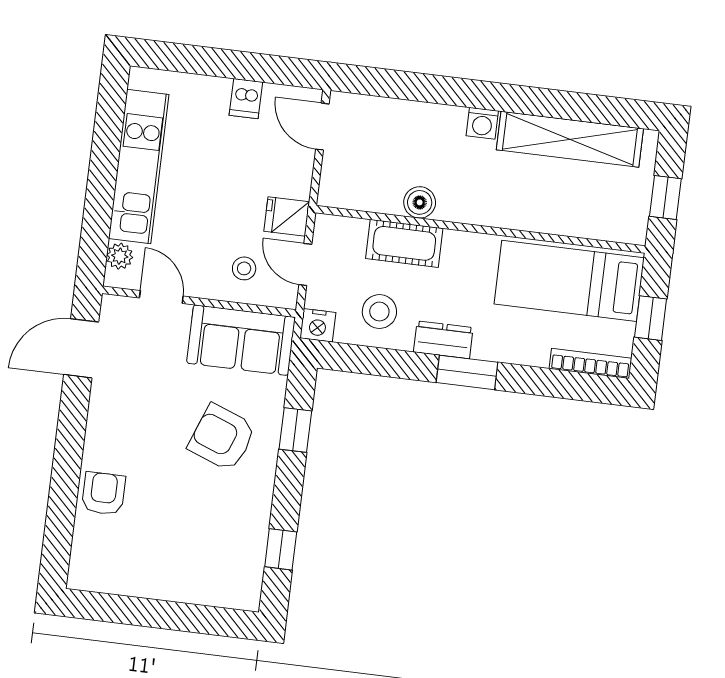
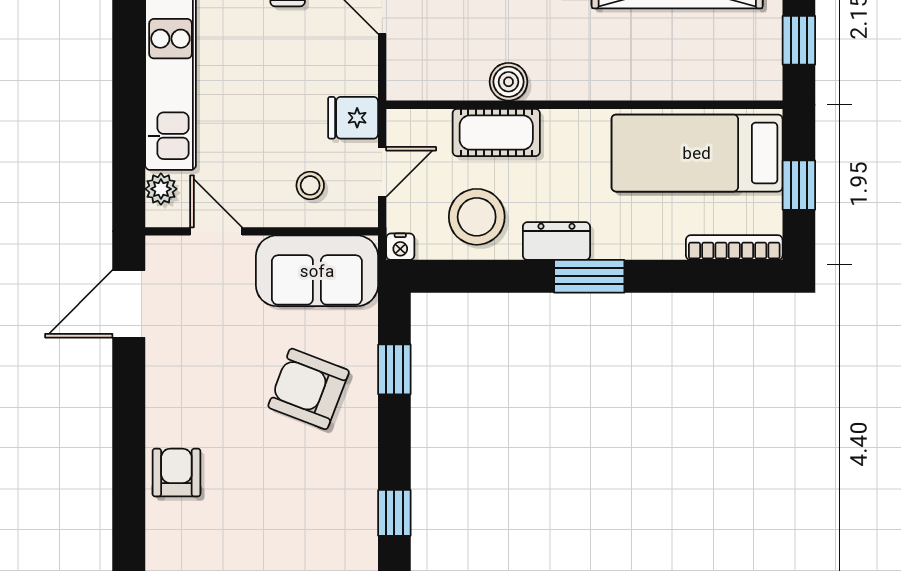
door: (305, 264) -> (382, 172), swing flipped
stool: (379, 312) -> (477, 217), width x1.38, depth x1.38
nightstand: (318, 325) -> (400, 247), width x0.72, depth x0.74

